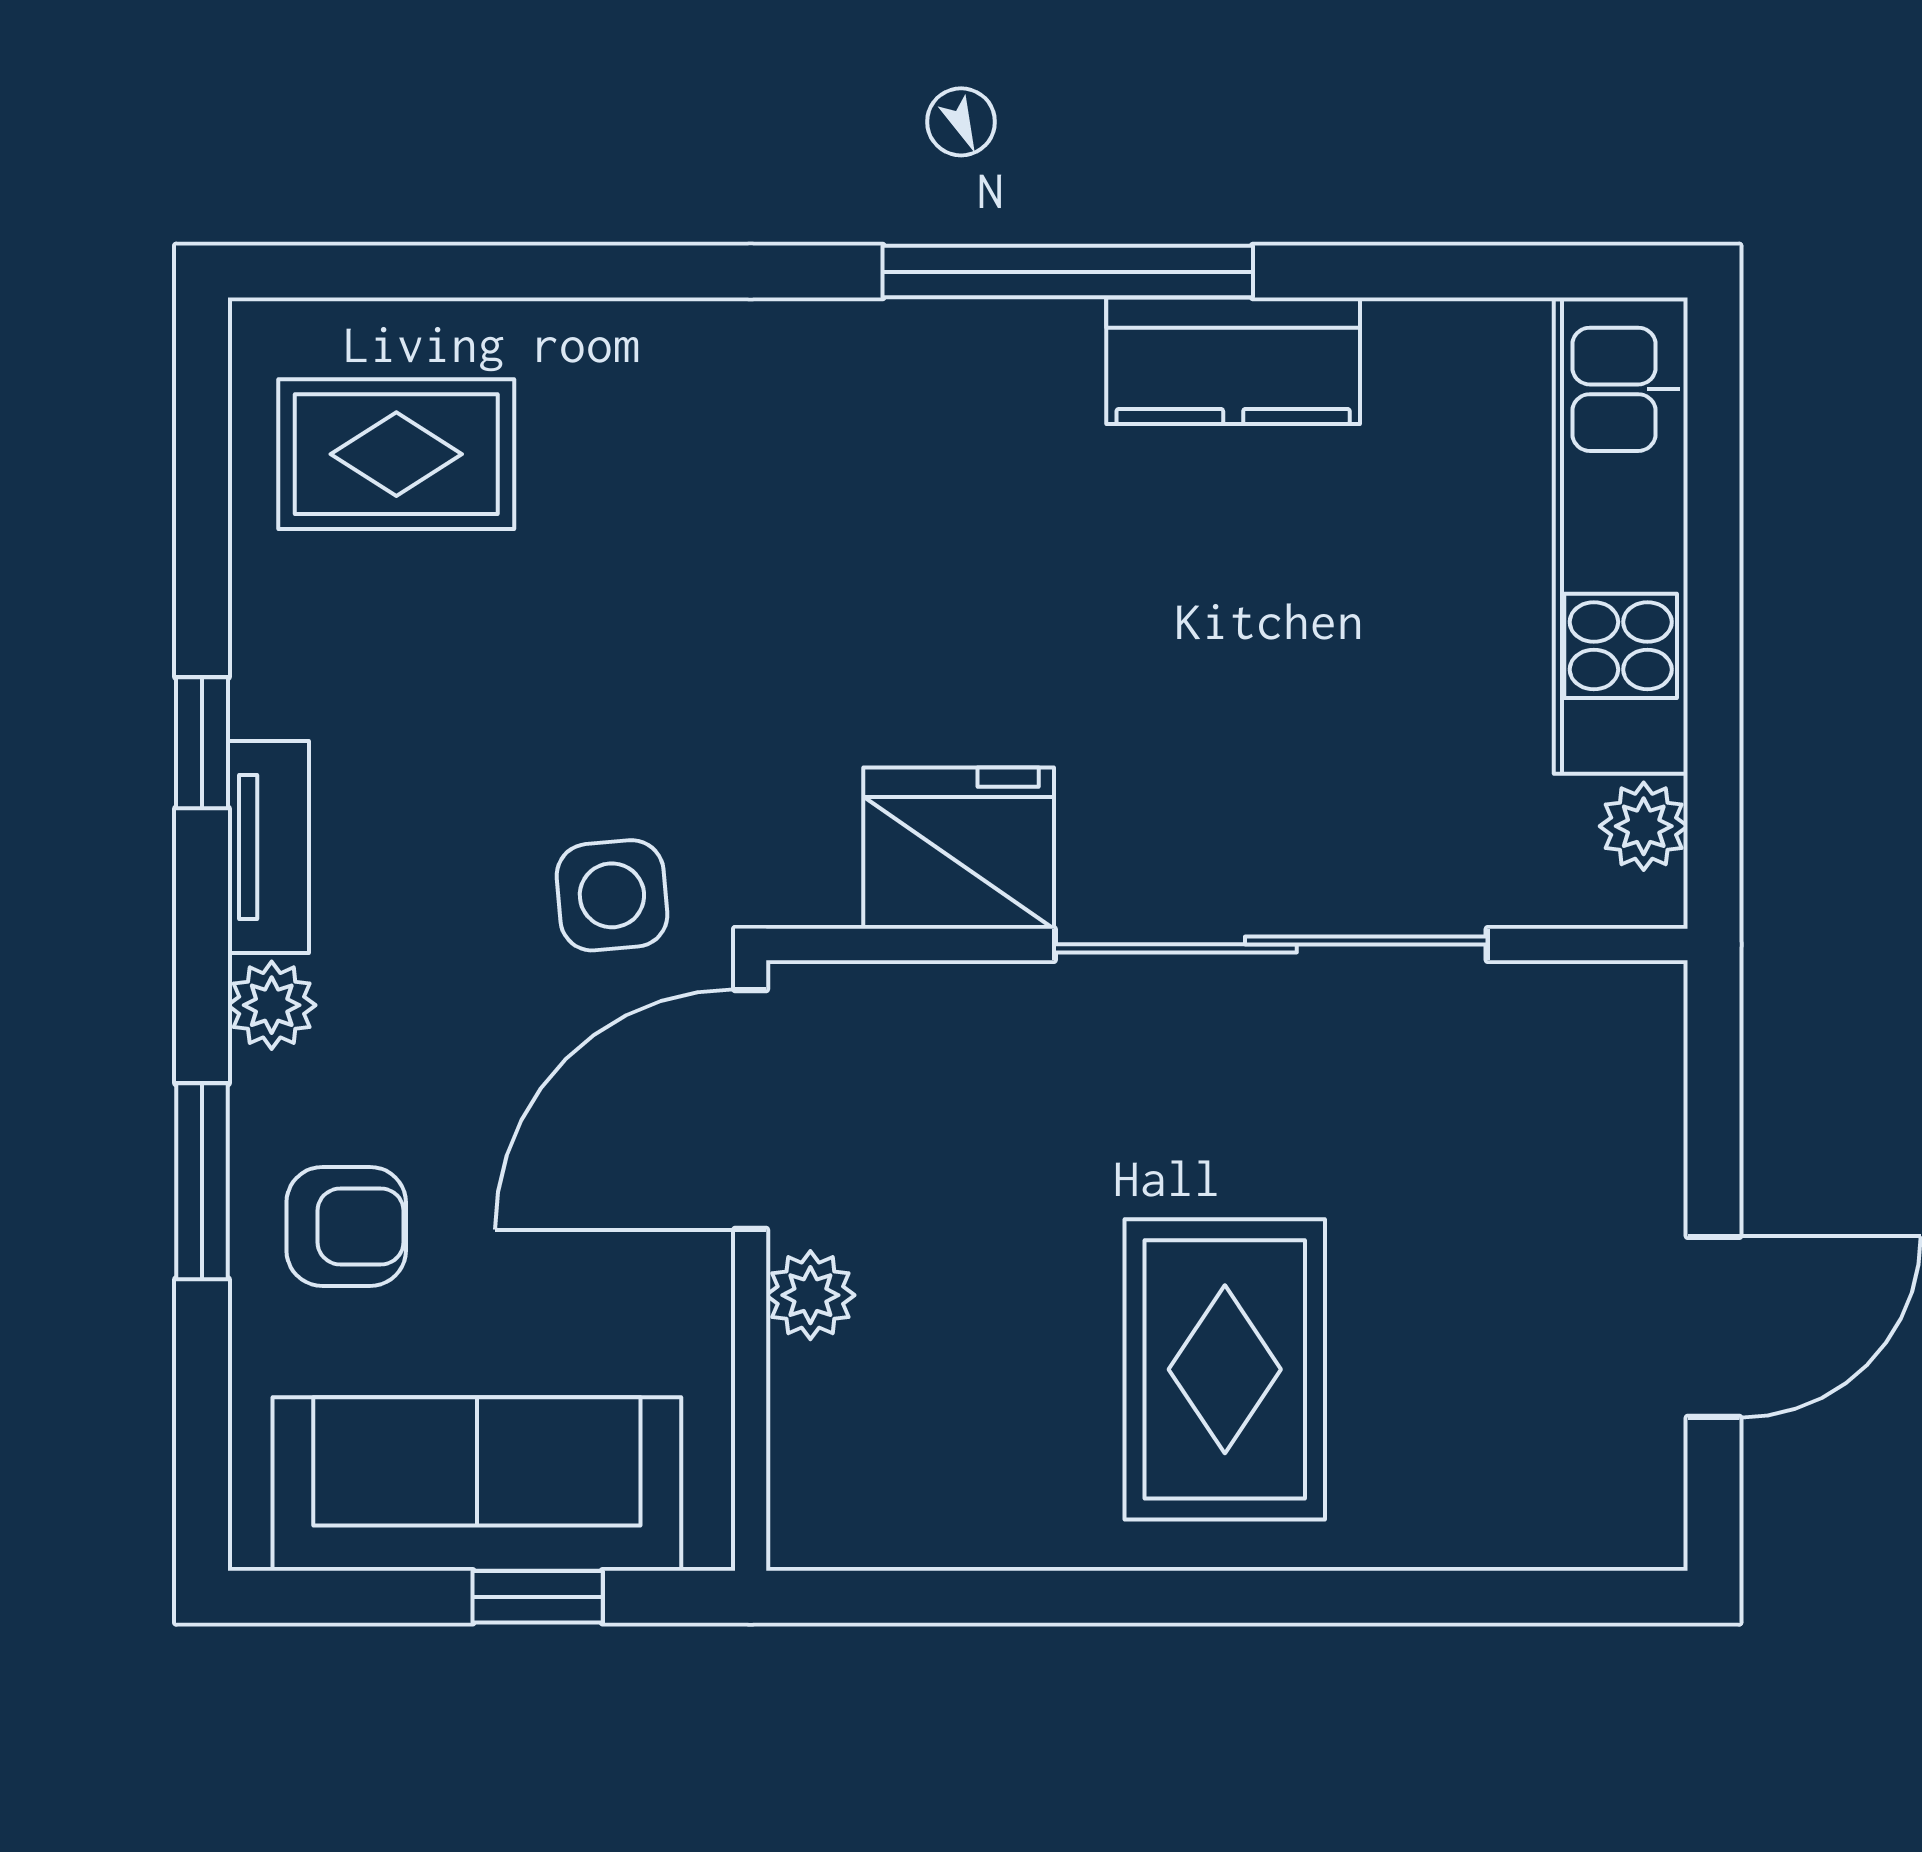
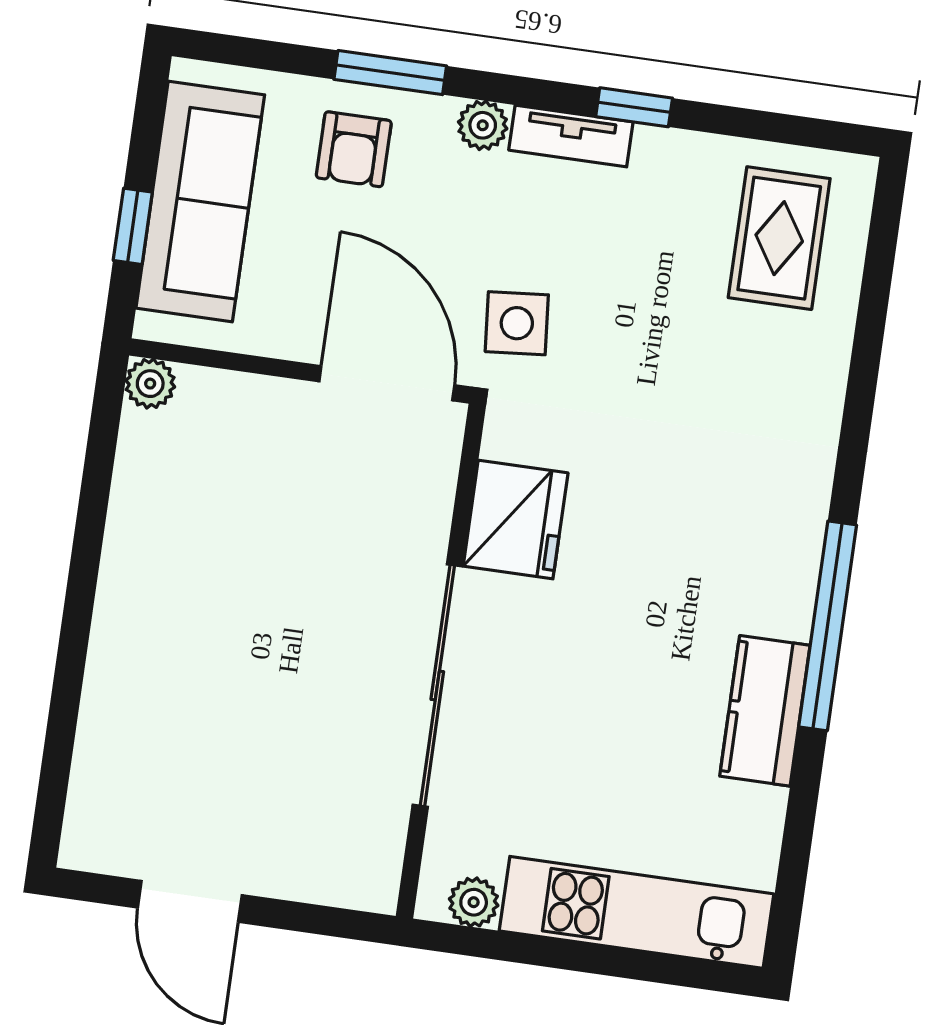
plant: (810, 1295) -> (150, 384), moved
rug: (1225, 1369) -> (205, 626), removed

